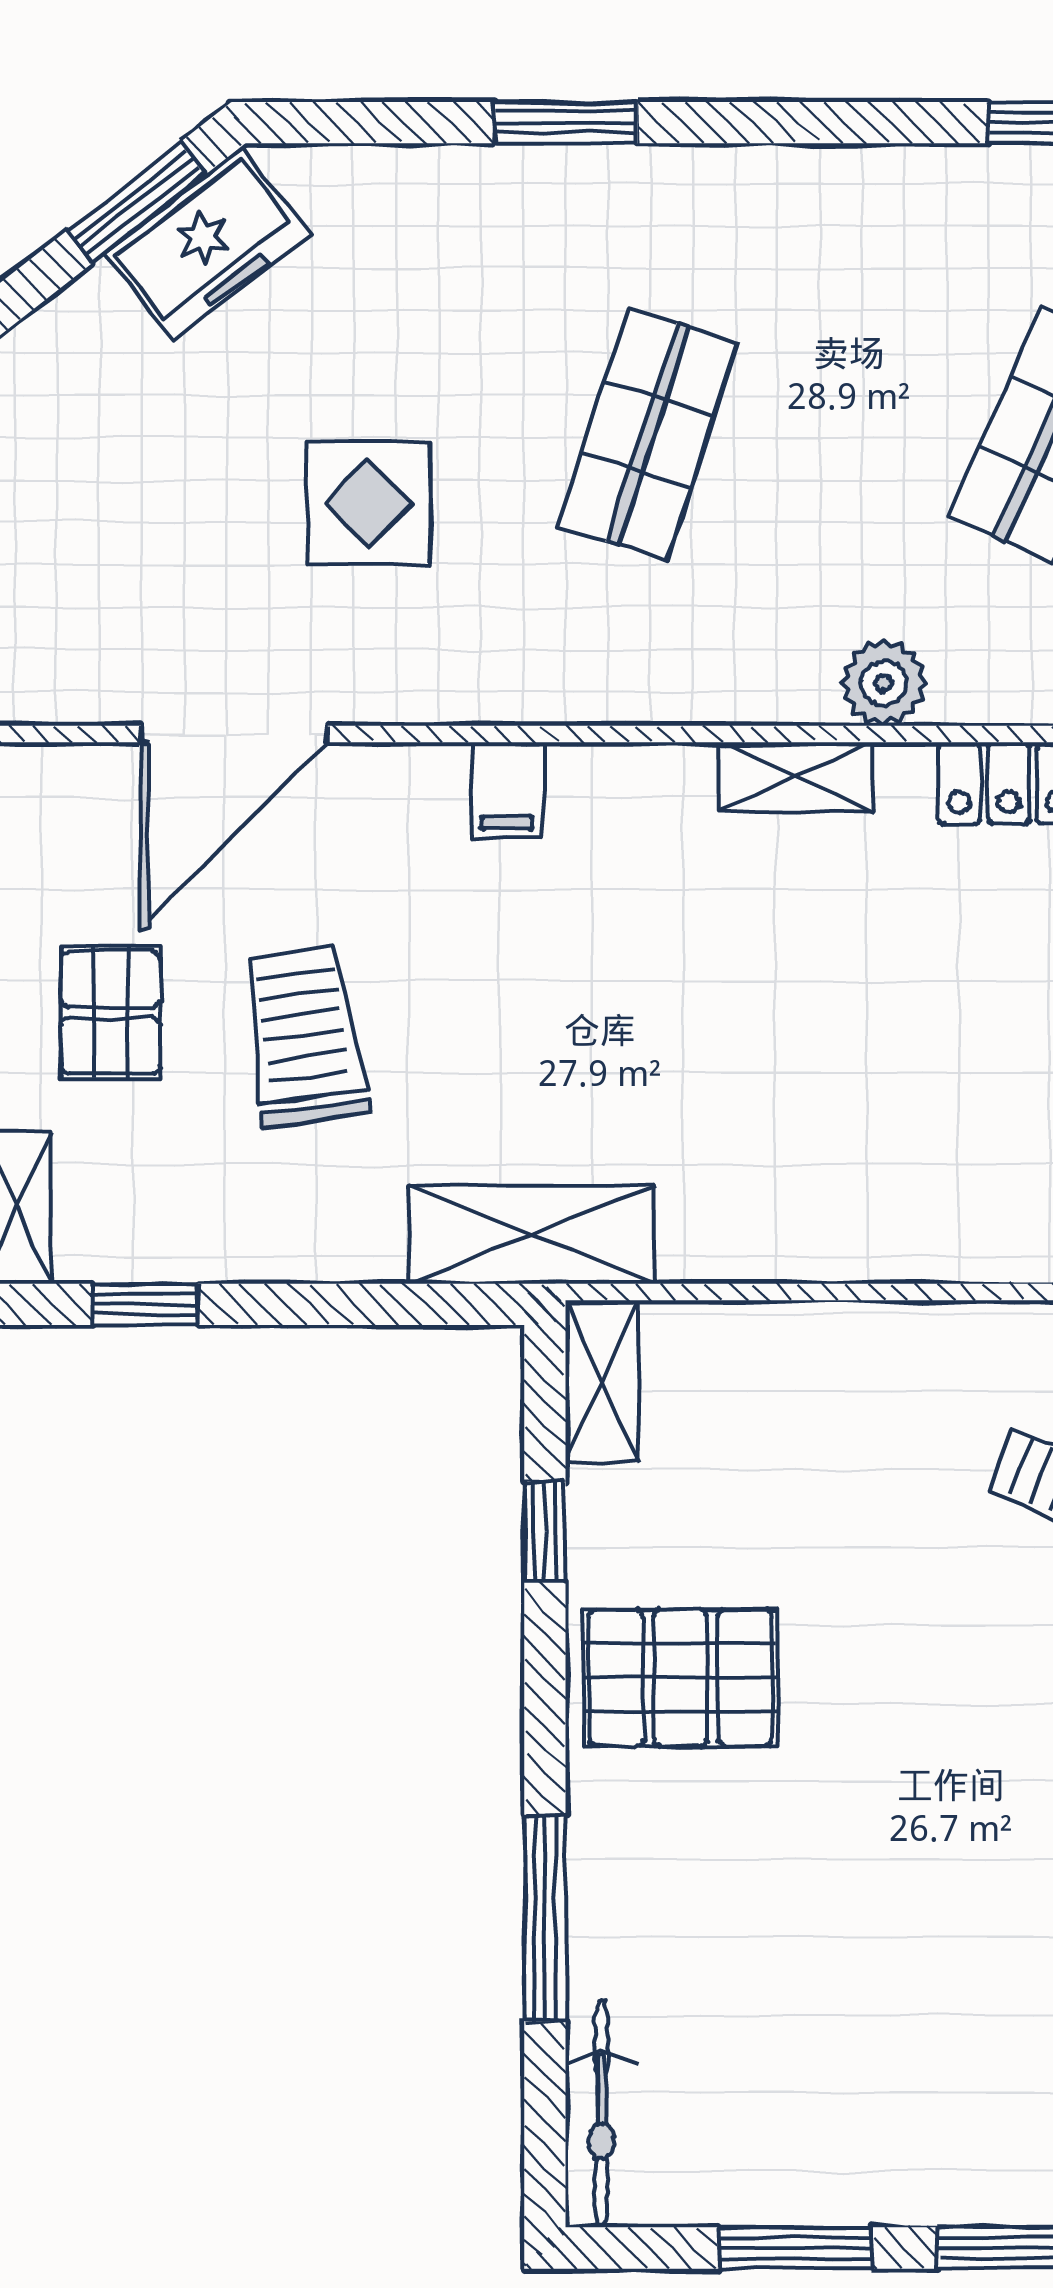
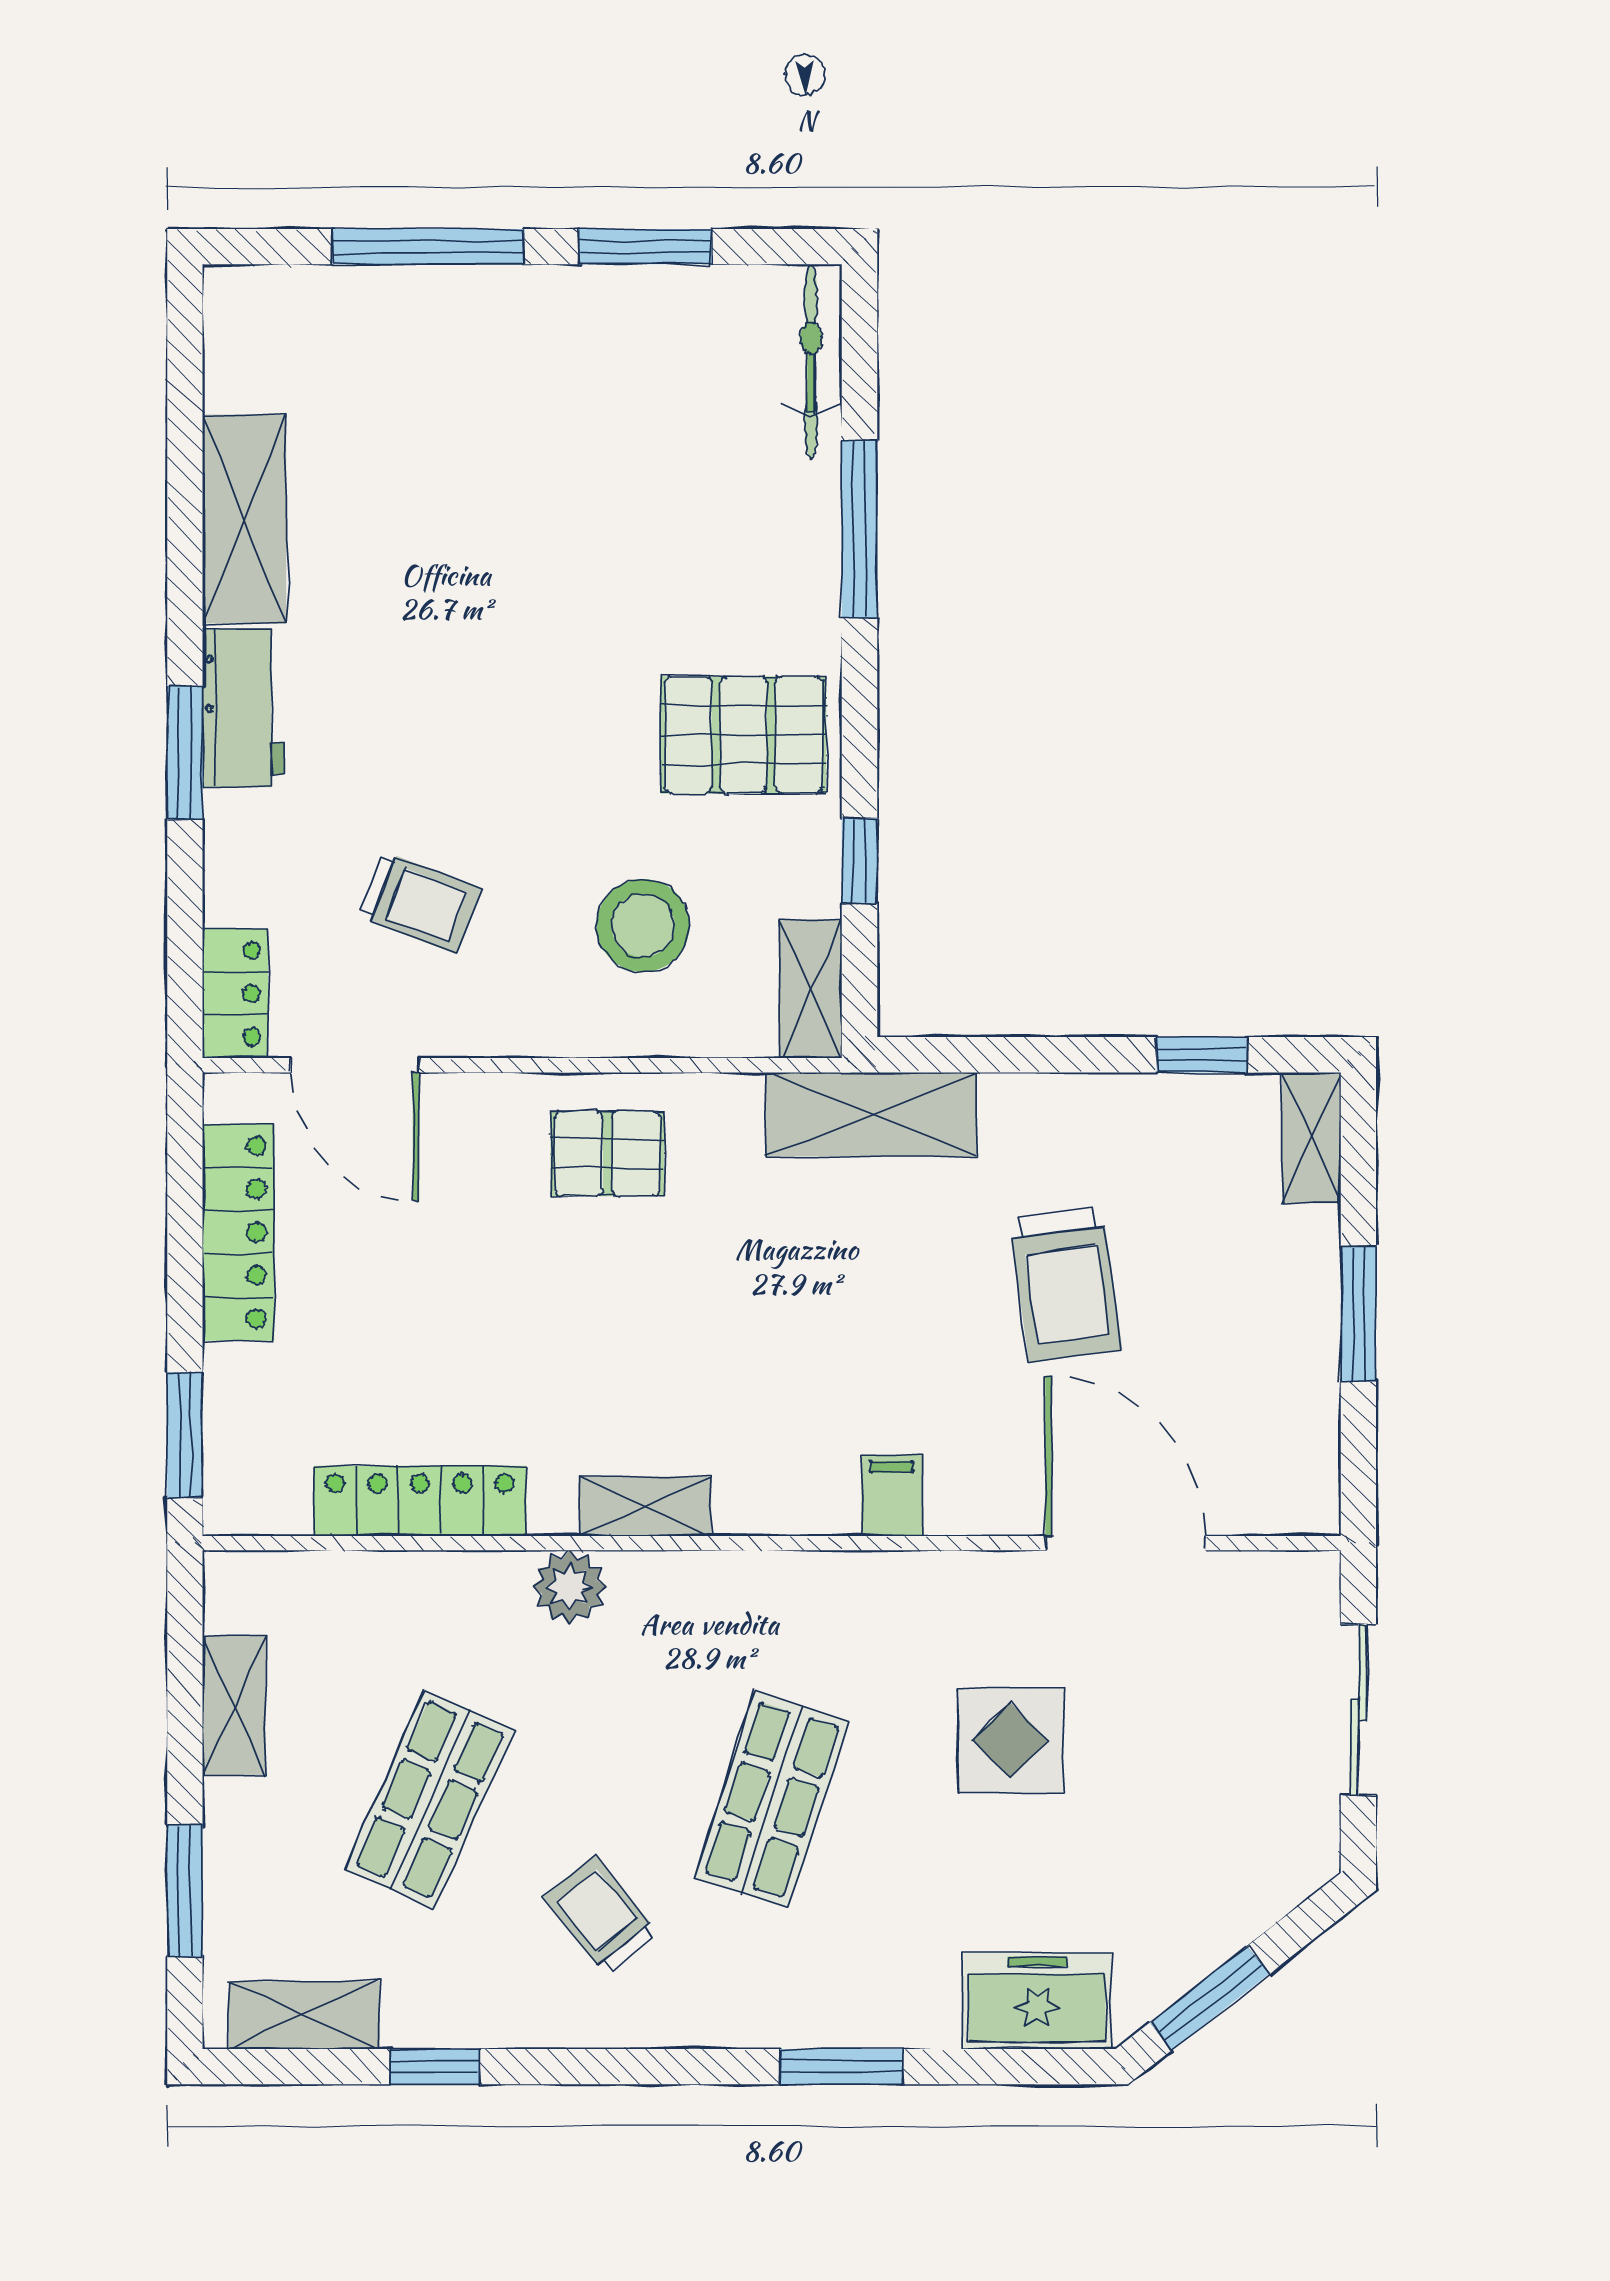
freezer: (208, 244) -> (1037, 2001), moved, turned 38
trolley: (847, 299) -> (601, 1915), added
door: (234, 734) -> (1125, 1543), hinge flipped
pallet: (111, 1012) -> (607, 1154), moved, turned 90
stool: (798, 1455) -> (643, 926), added

